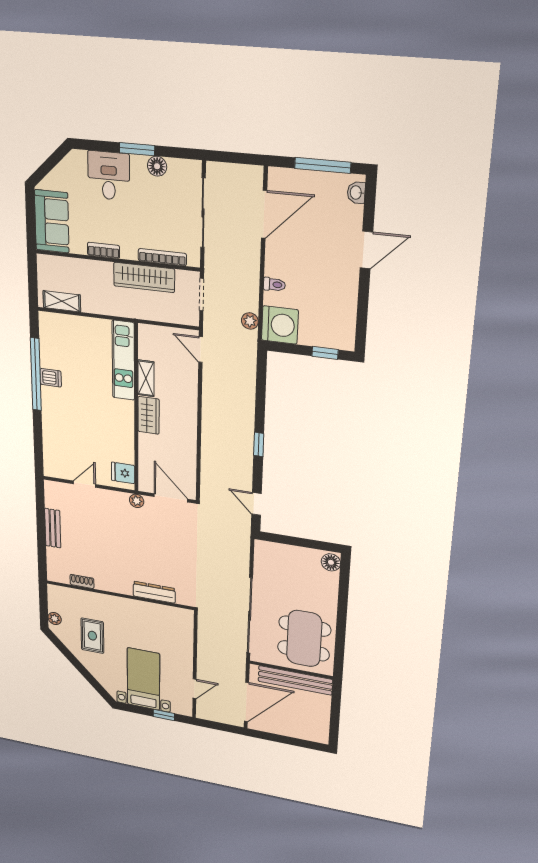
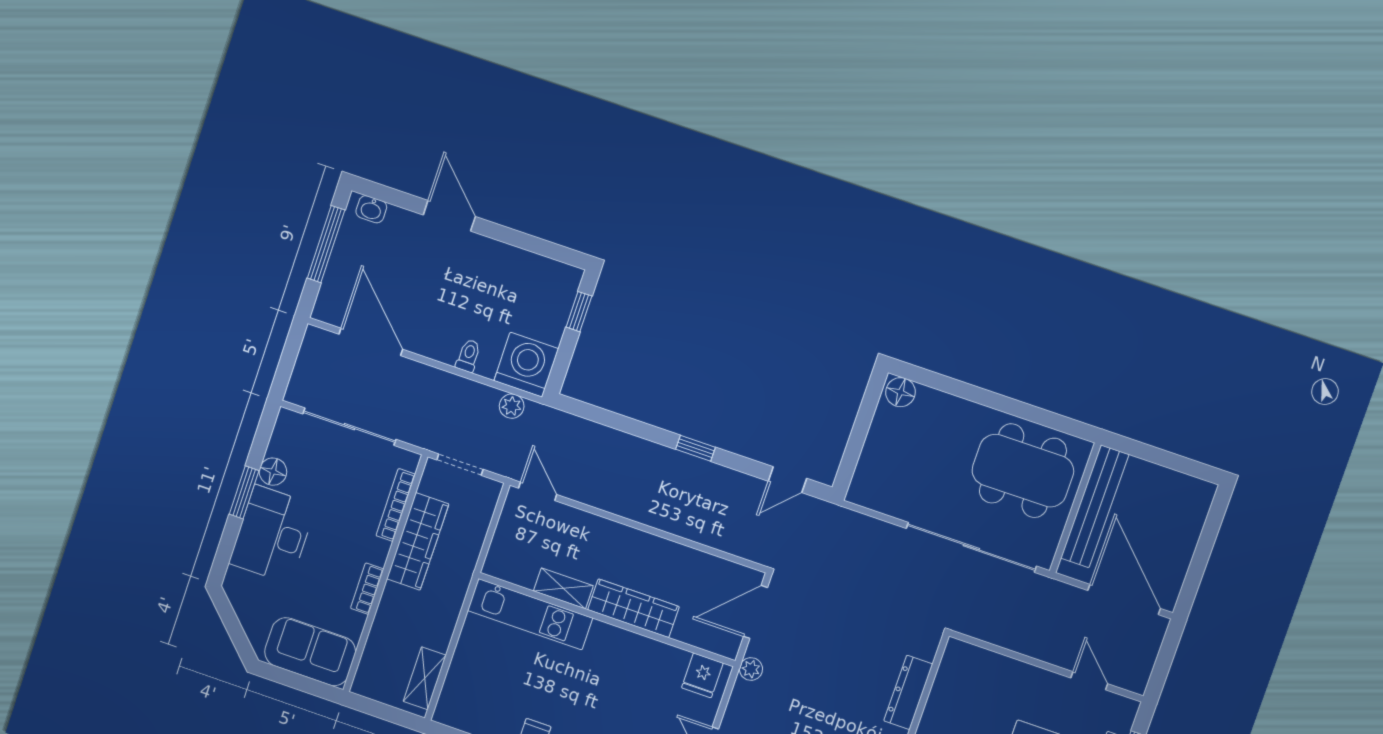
desk: (109, 176) -> (272, 534), width x1.37
door: (201, 349) -> (538, 491), swing flipped
wardrobe: (149, 415) -> (633, 608), width x1.50

